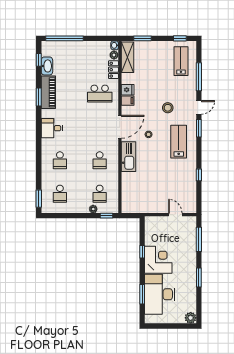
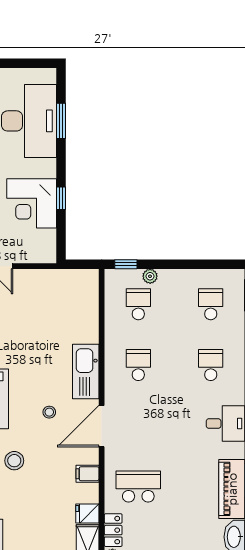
fridge: (128, 90) -> (87, 514), moved
corner desk: (158, 260) -> (32, 203), moved

